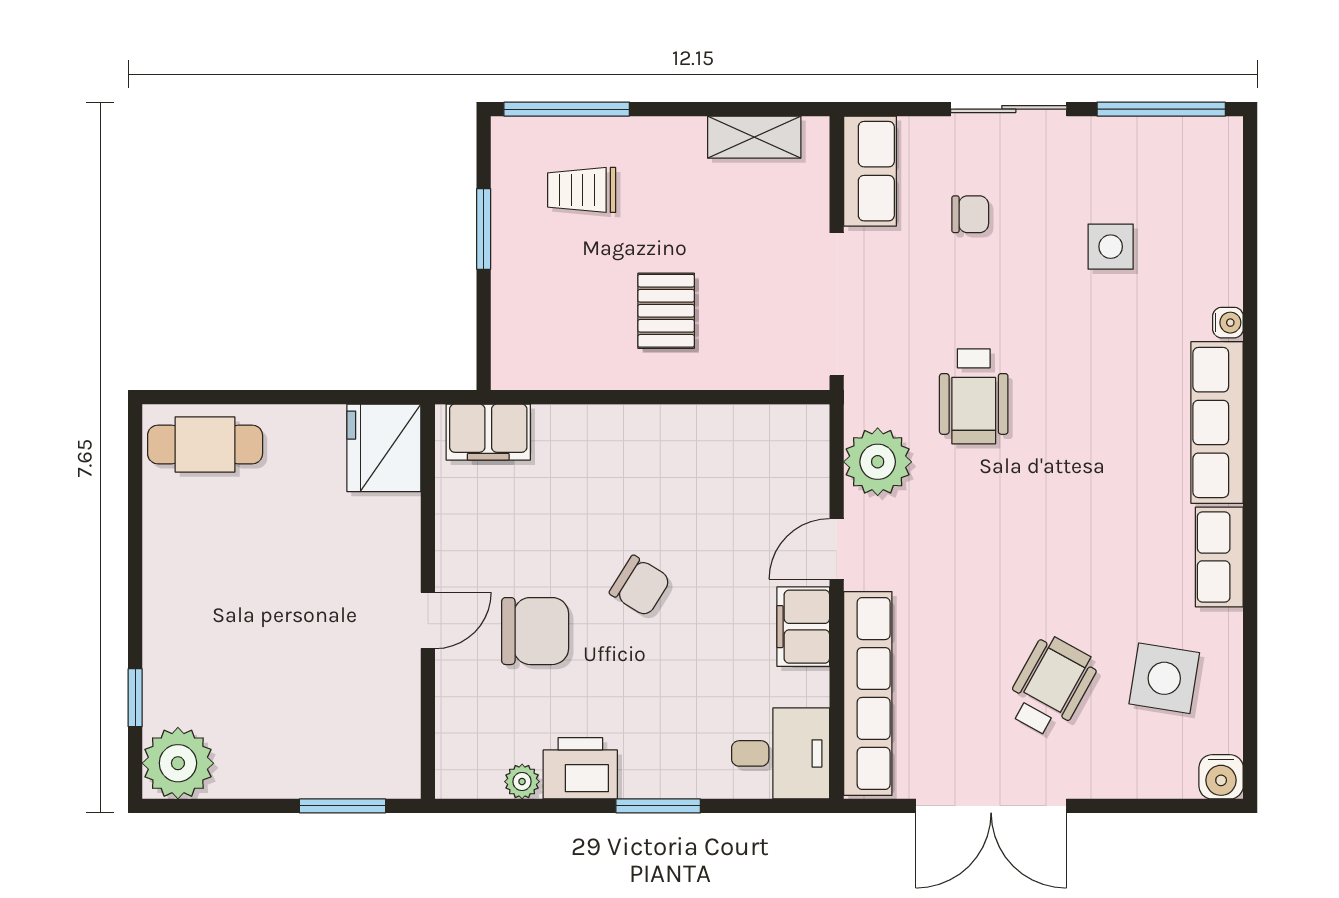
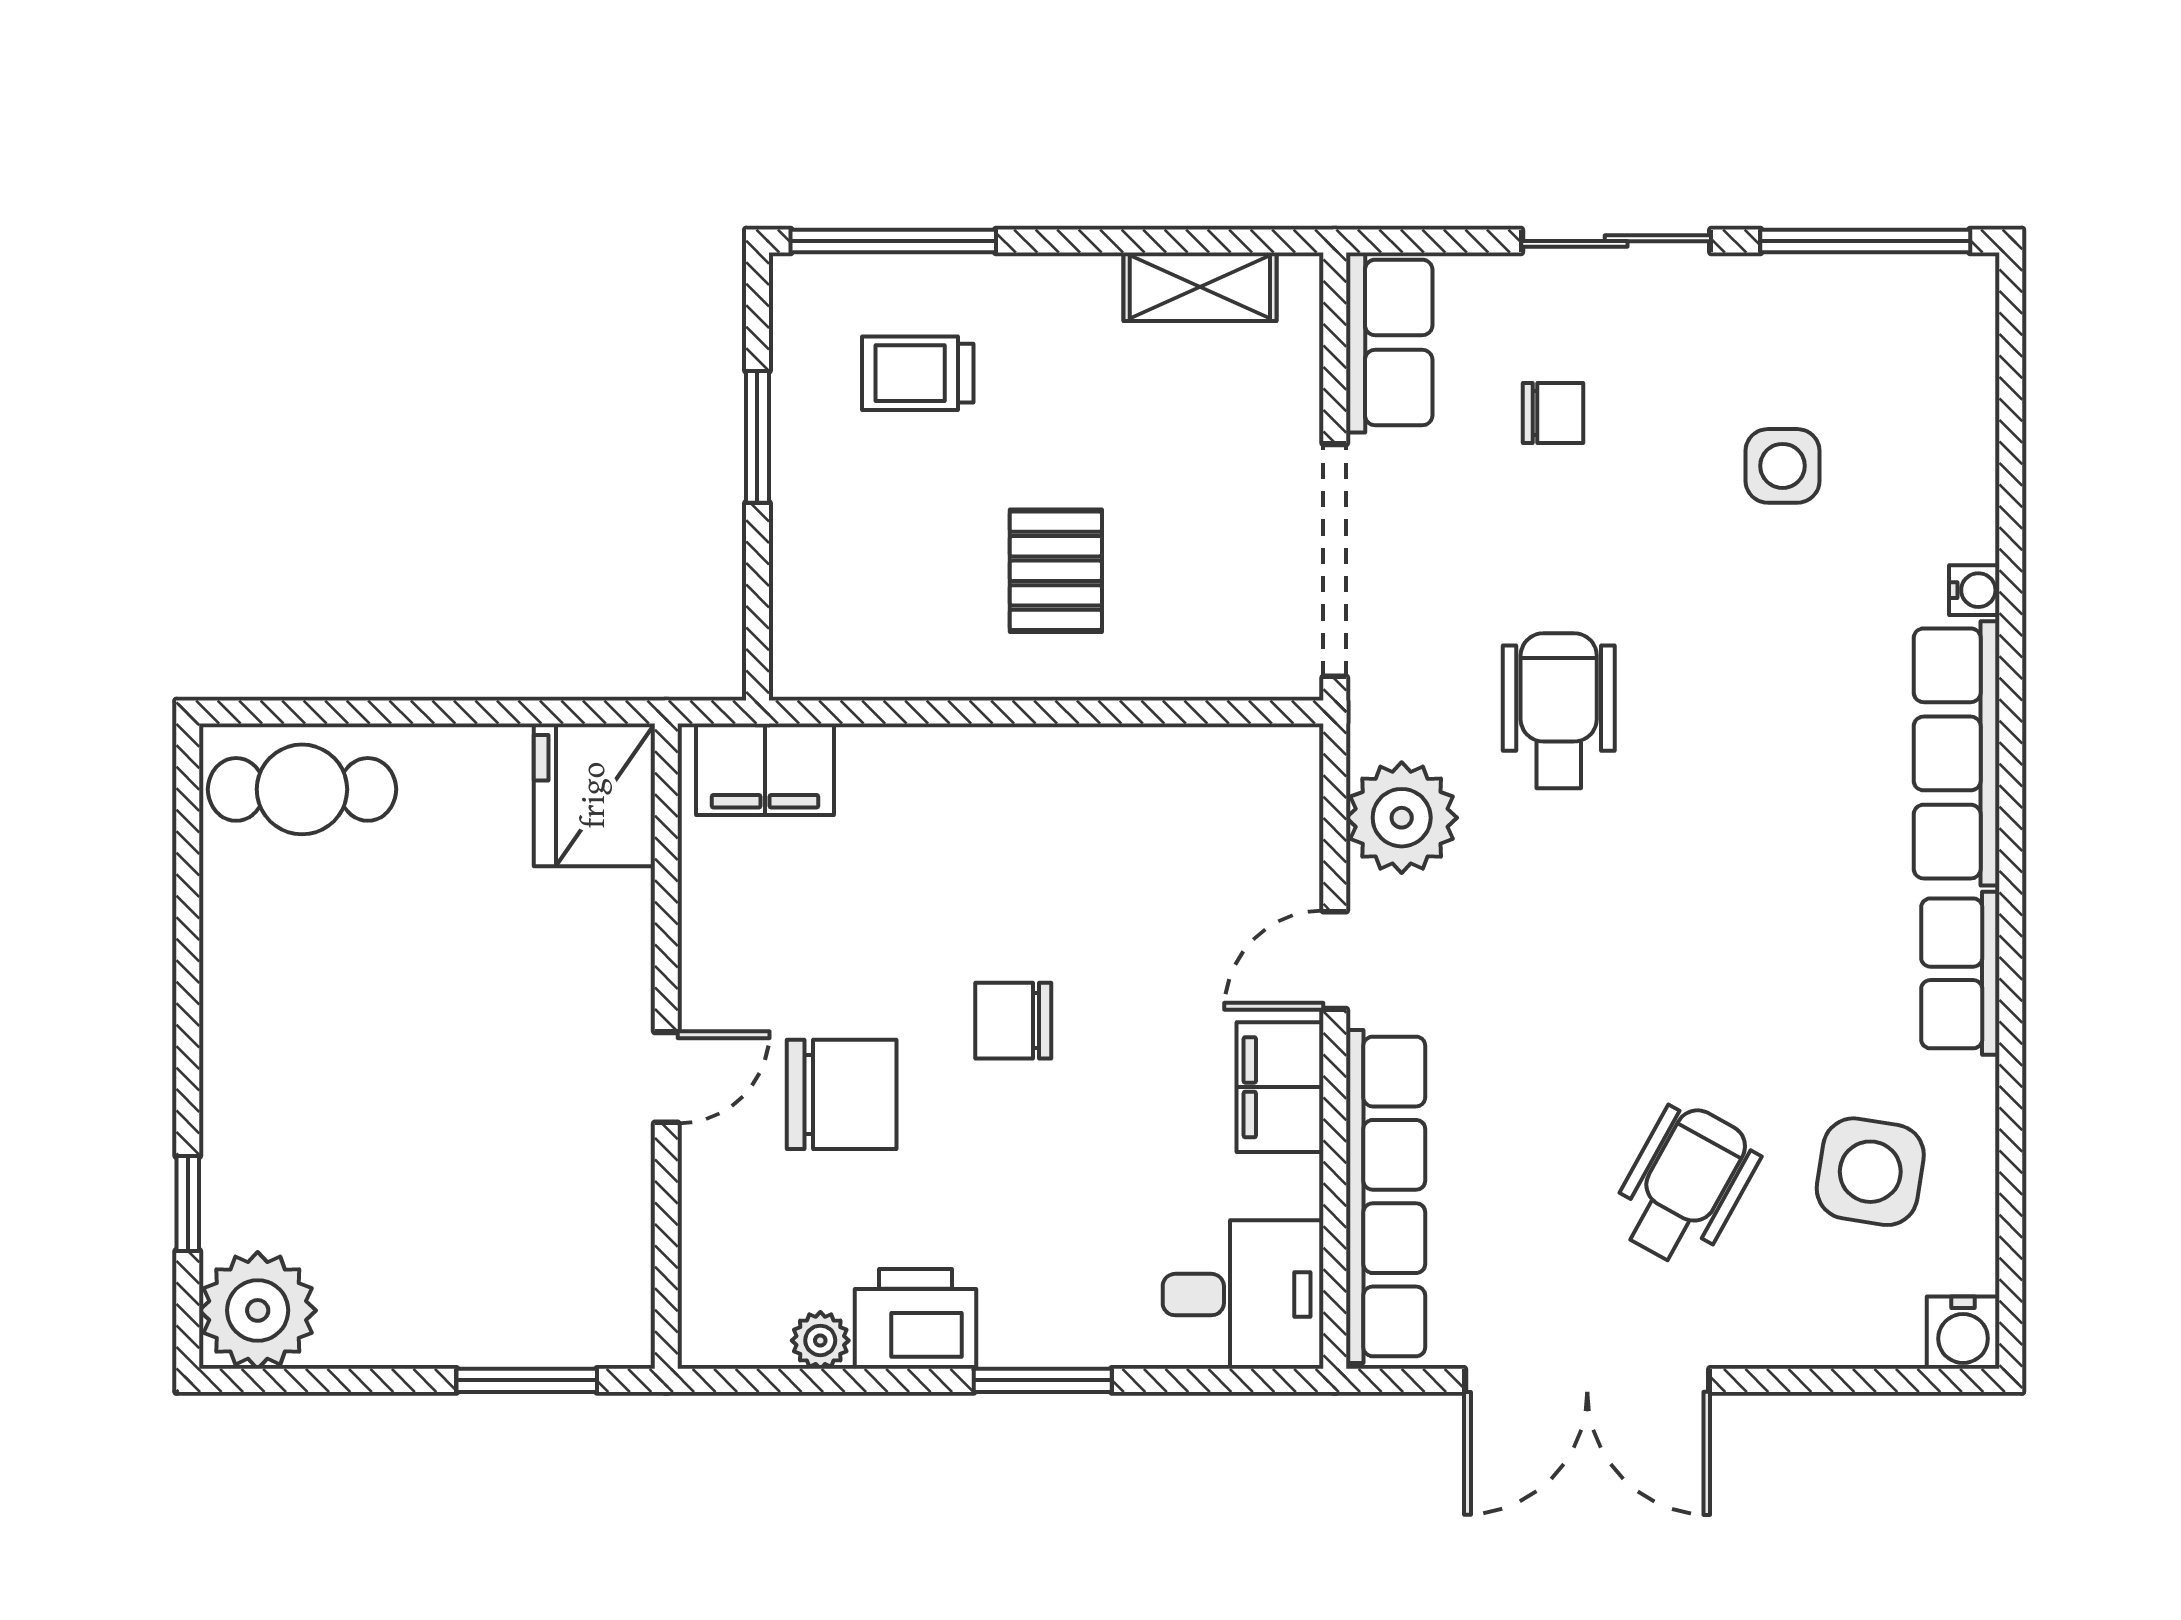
wheelchair: (974, 396) -> (1559, 711), turned 180
chair: (640, 586) -> (1013, 1021), turned 148

